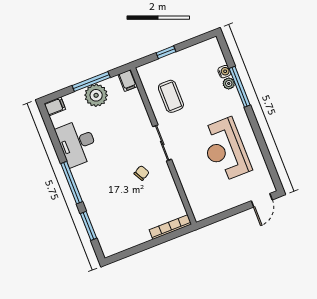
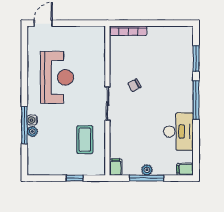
water cooler: (224, 72) -> (32, 120), moved
plant: (96, 95) -> (147, 170), width x0.53, depth x0.53

